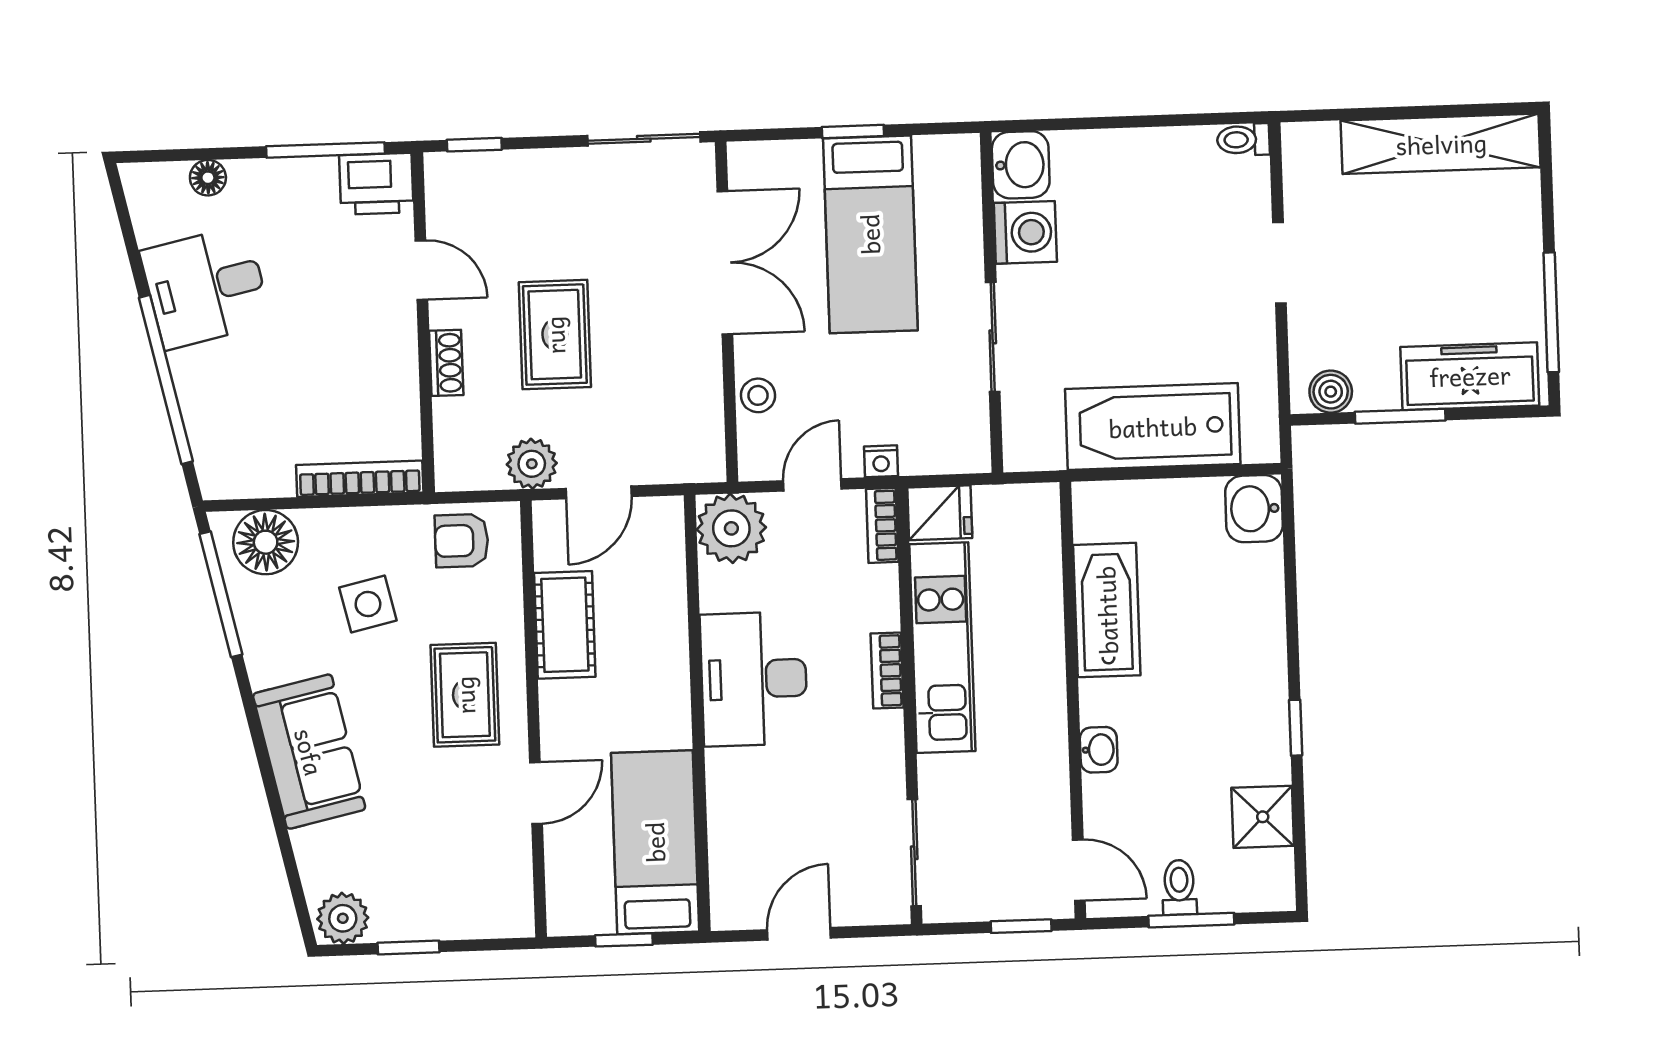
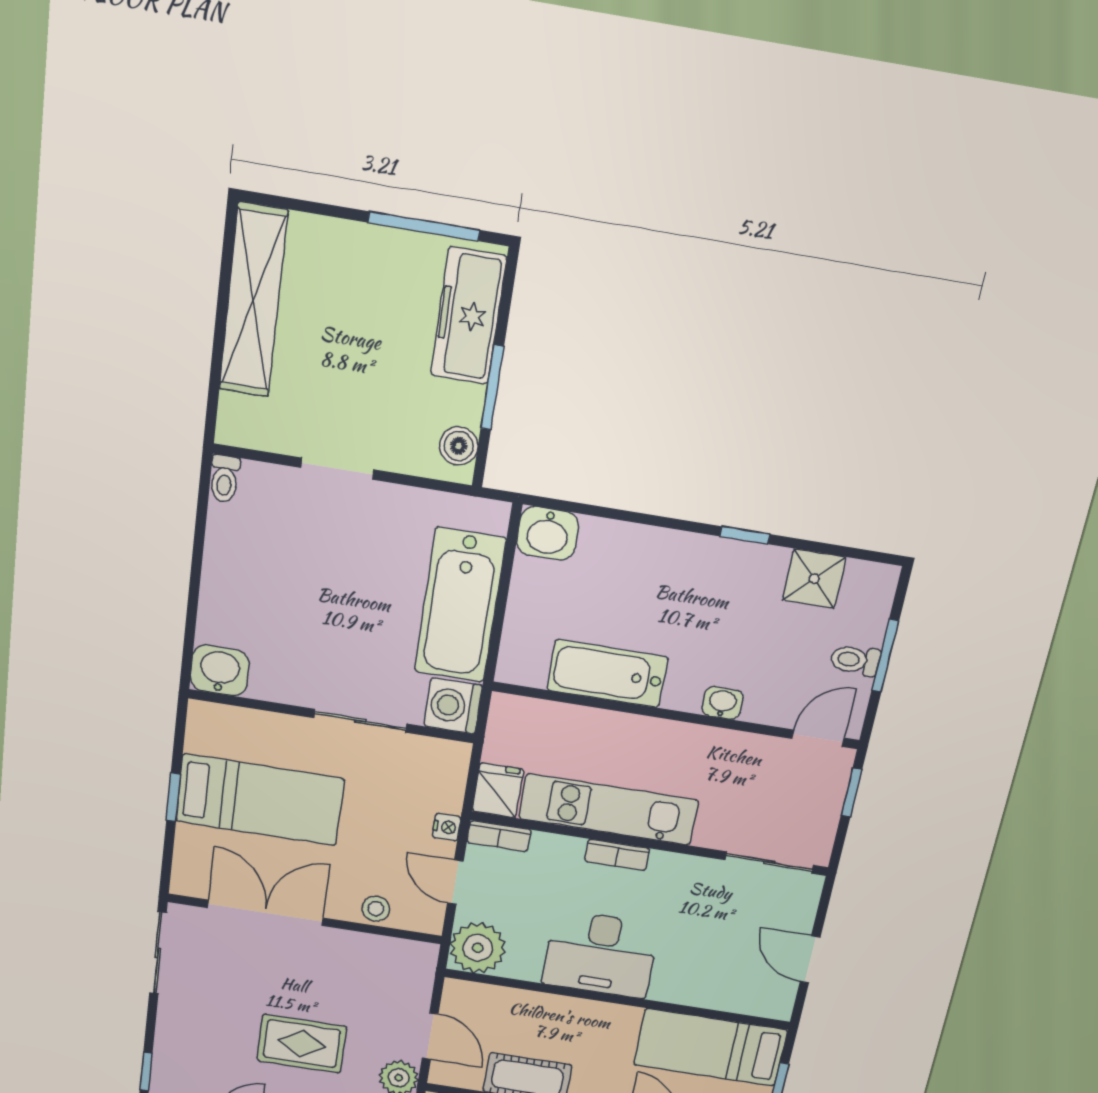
washing machine: (1025, 232) -> (453, 706), moved, turned -90

